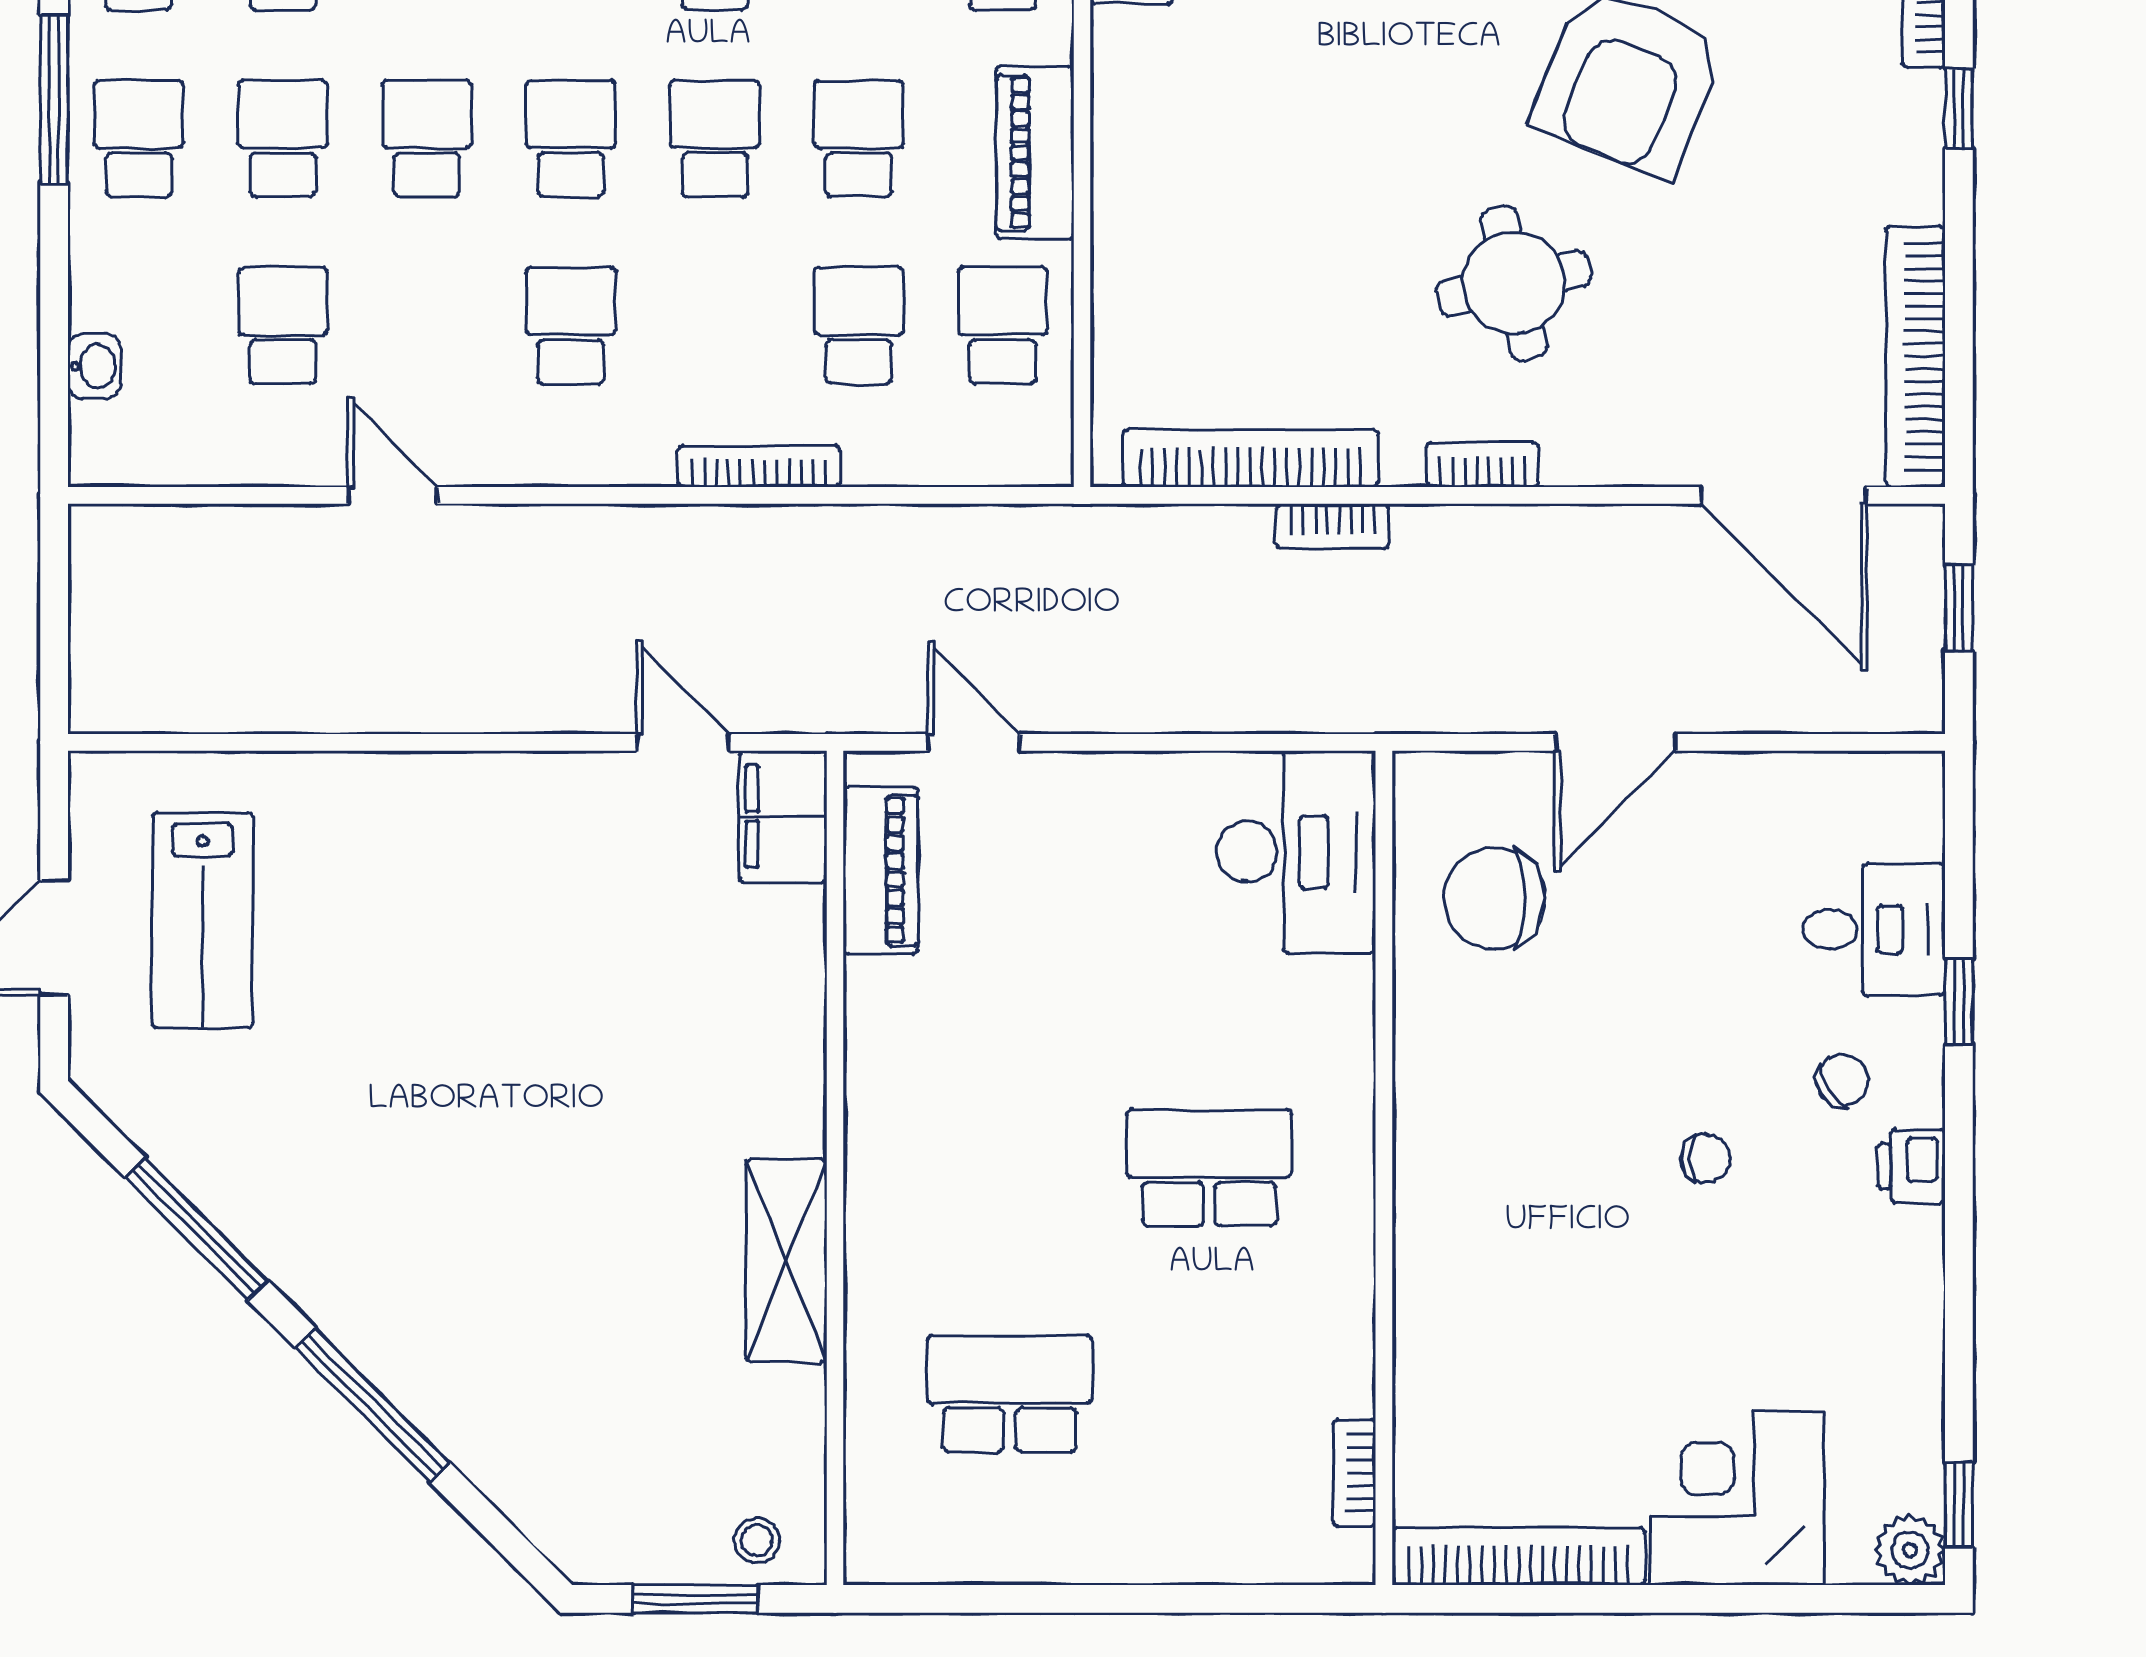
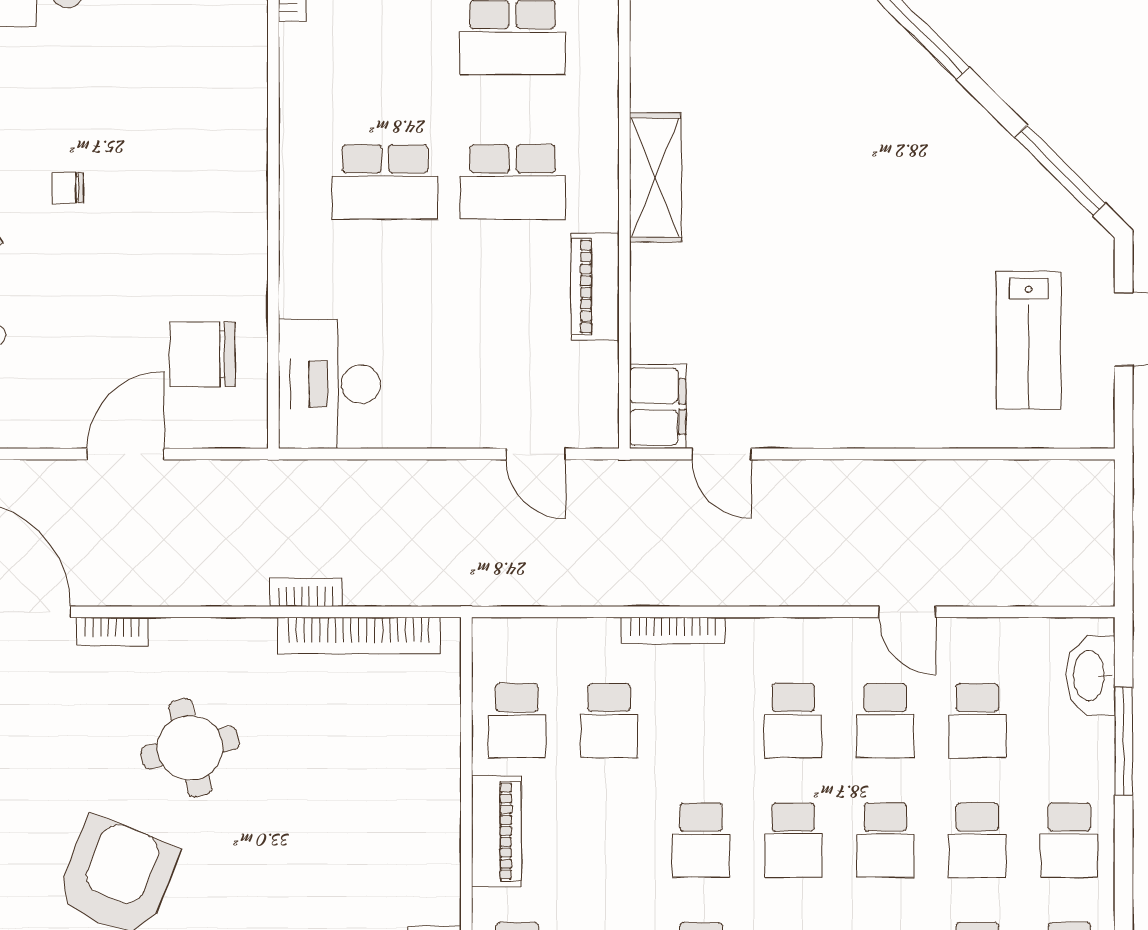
window: (54, 99) -> (1124, 741), moved
school desk: (859, 139) -> (885, 721), moved
washbasin: (94, 366) -> (1090, 676), width x1.91, depth x1.45
bookcase: (1483, 465) -> (112, 632), moved
piano: (881, 870) -> (595, 287), moved
chair: (1494, 899) -> (203, 354), turned 180
lab bench: (203, 920) -> (1029, 340), turned 180
school desk: (1010, 1168) -> (513, 182), added
window: (196, 1229) -> (1060, 171), moved
shelving: (786, 1261) -> (655, 177), moved

